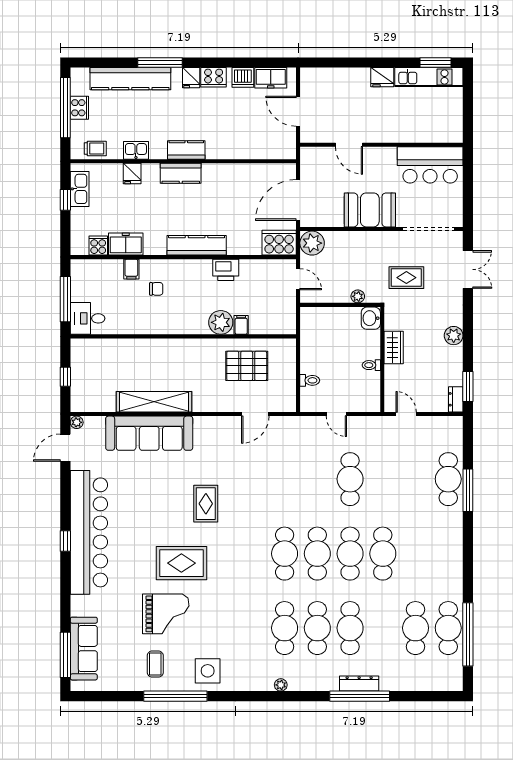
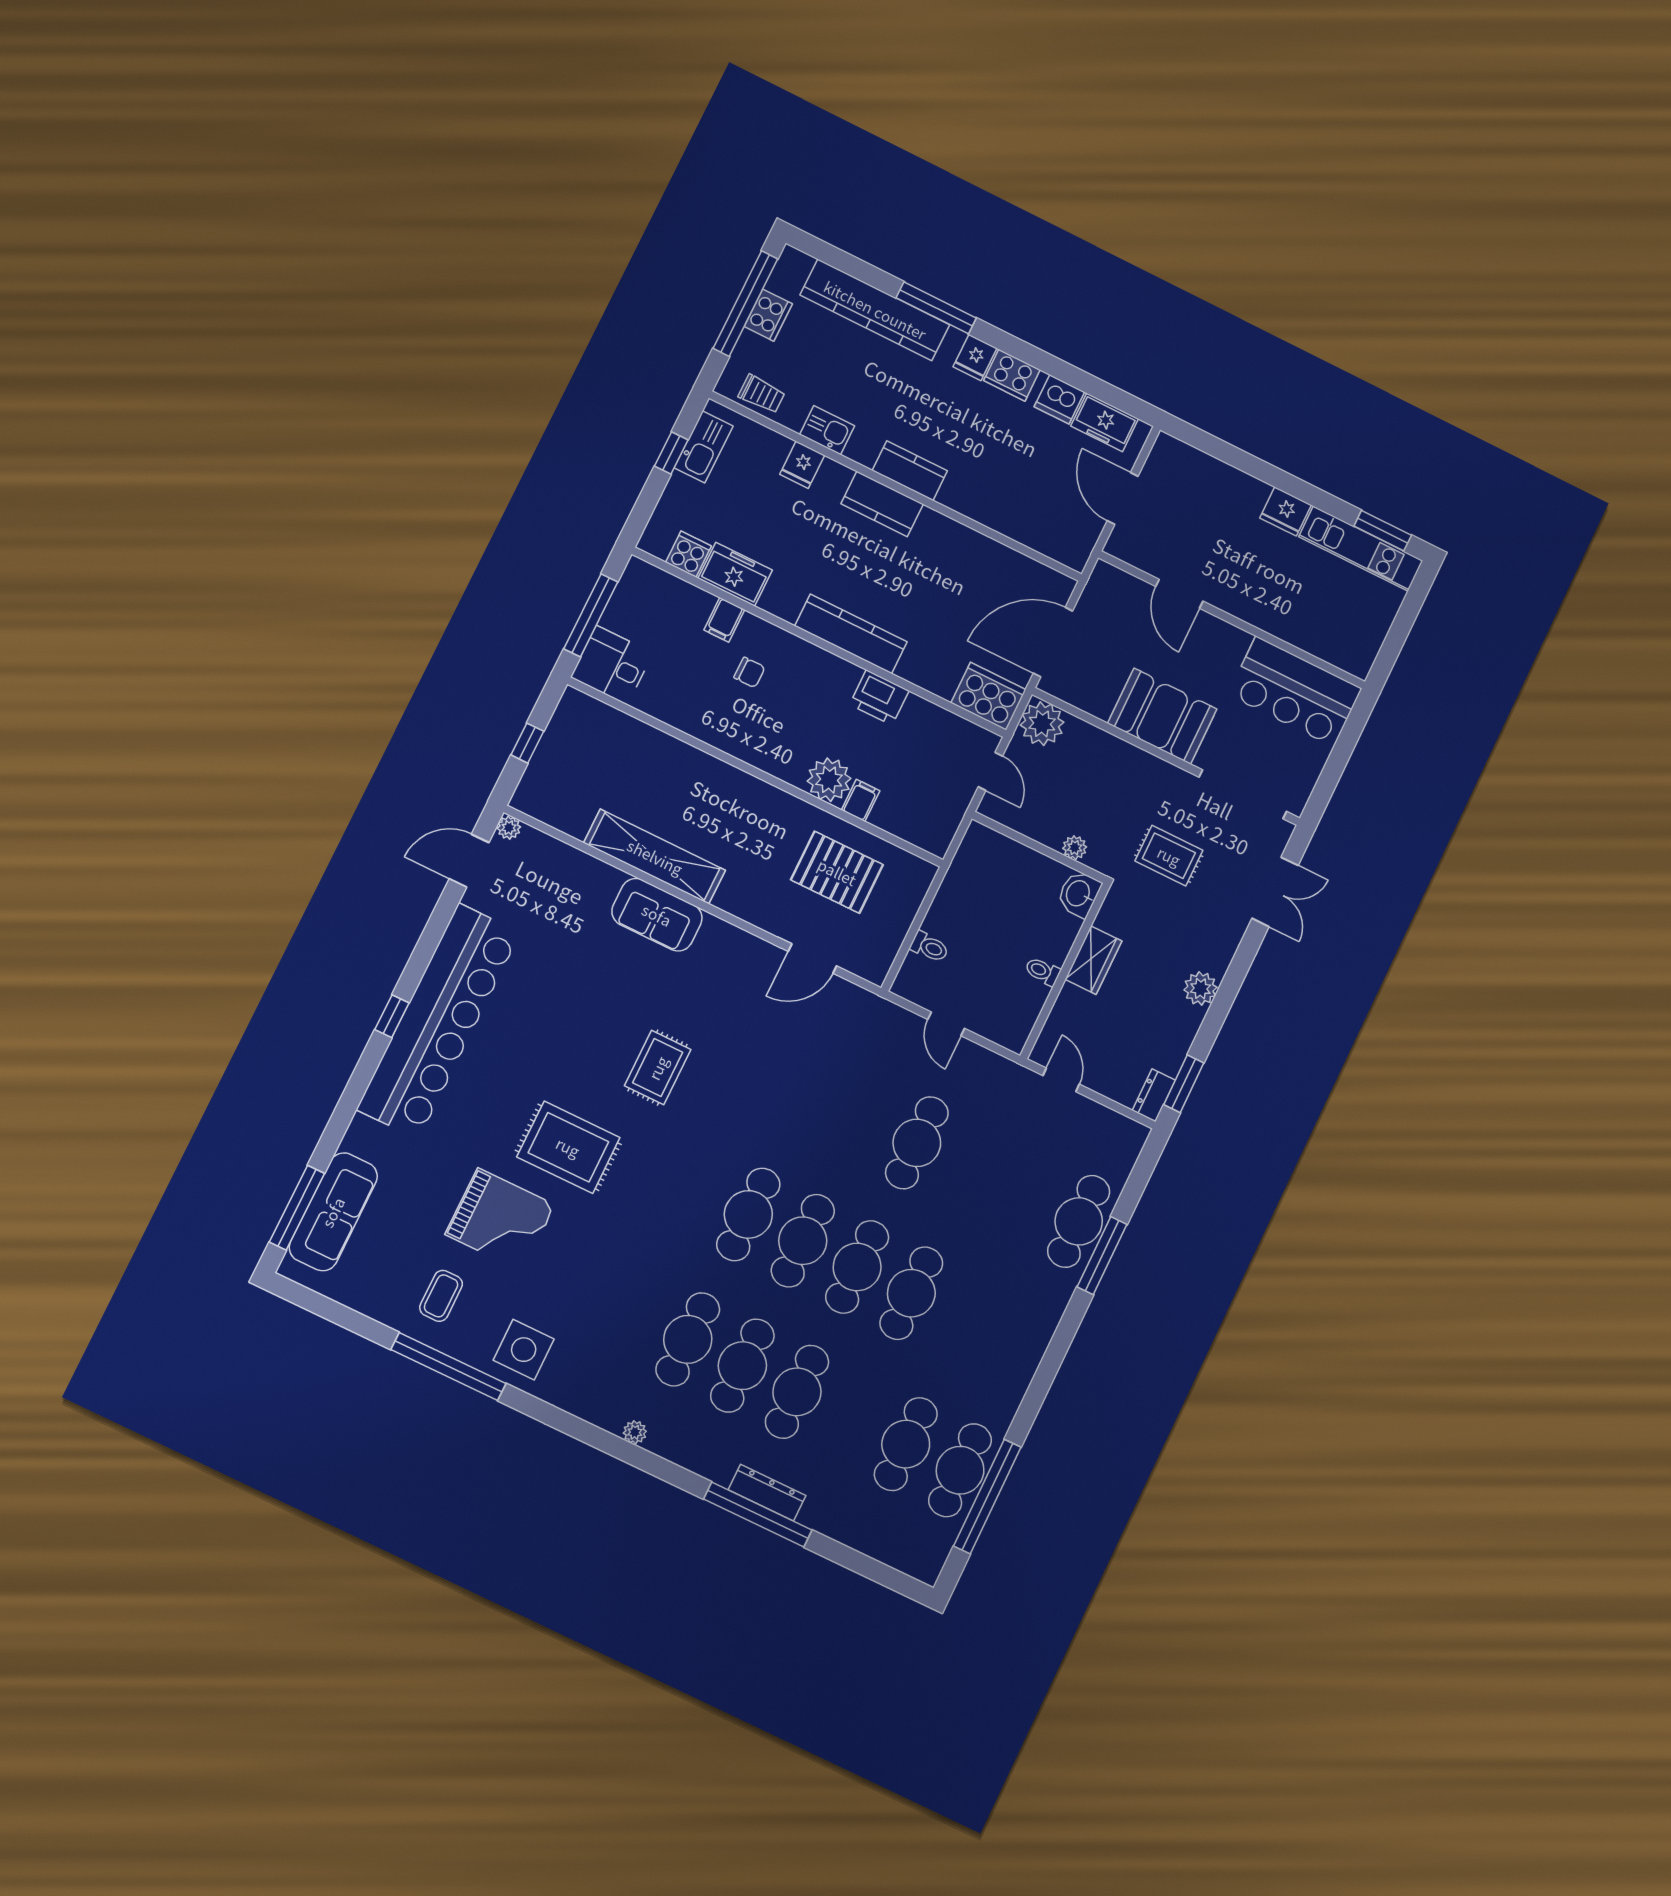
sofa: (149, 433) -> (657, 915), width x0.54, depth x0.79

